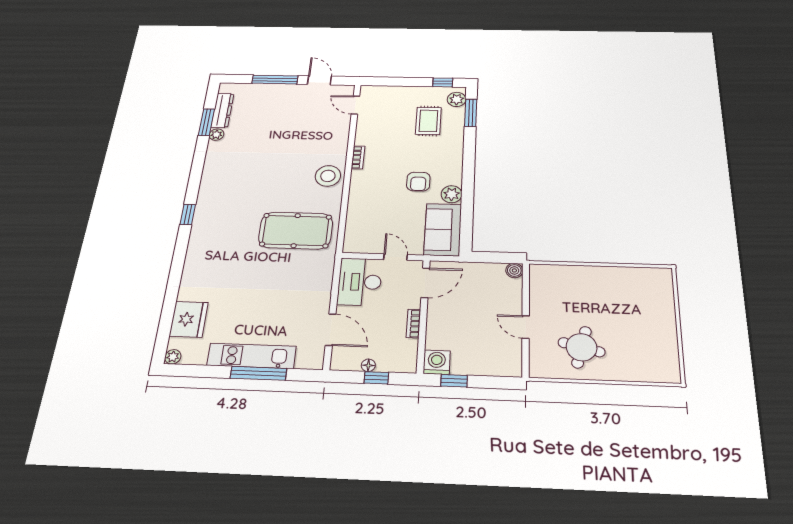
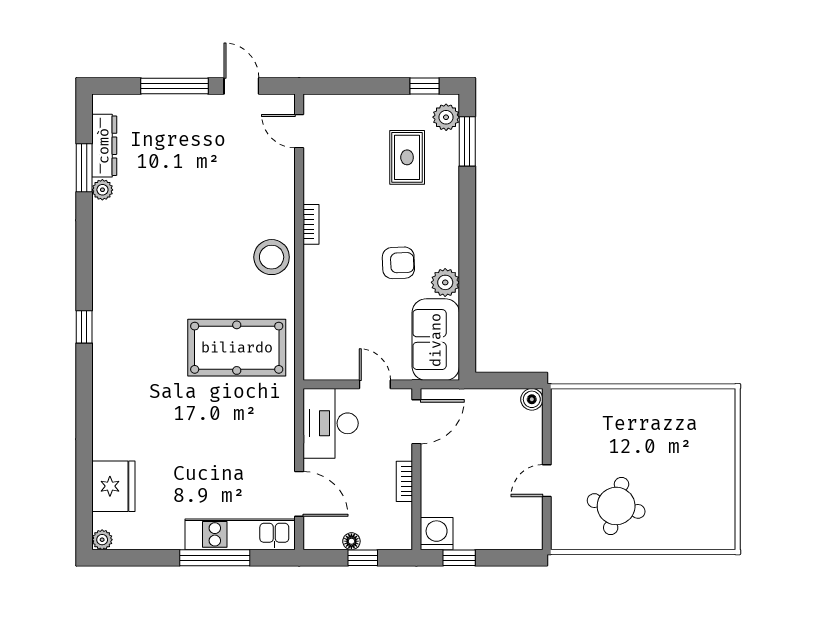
armchair: (418, 182) -> (398, 263), turned -92
door: (526, 327) -> (547, 481), hinge flipped
kitchen unit: (252, 356) -> (240, 534), moved

